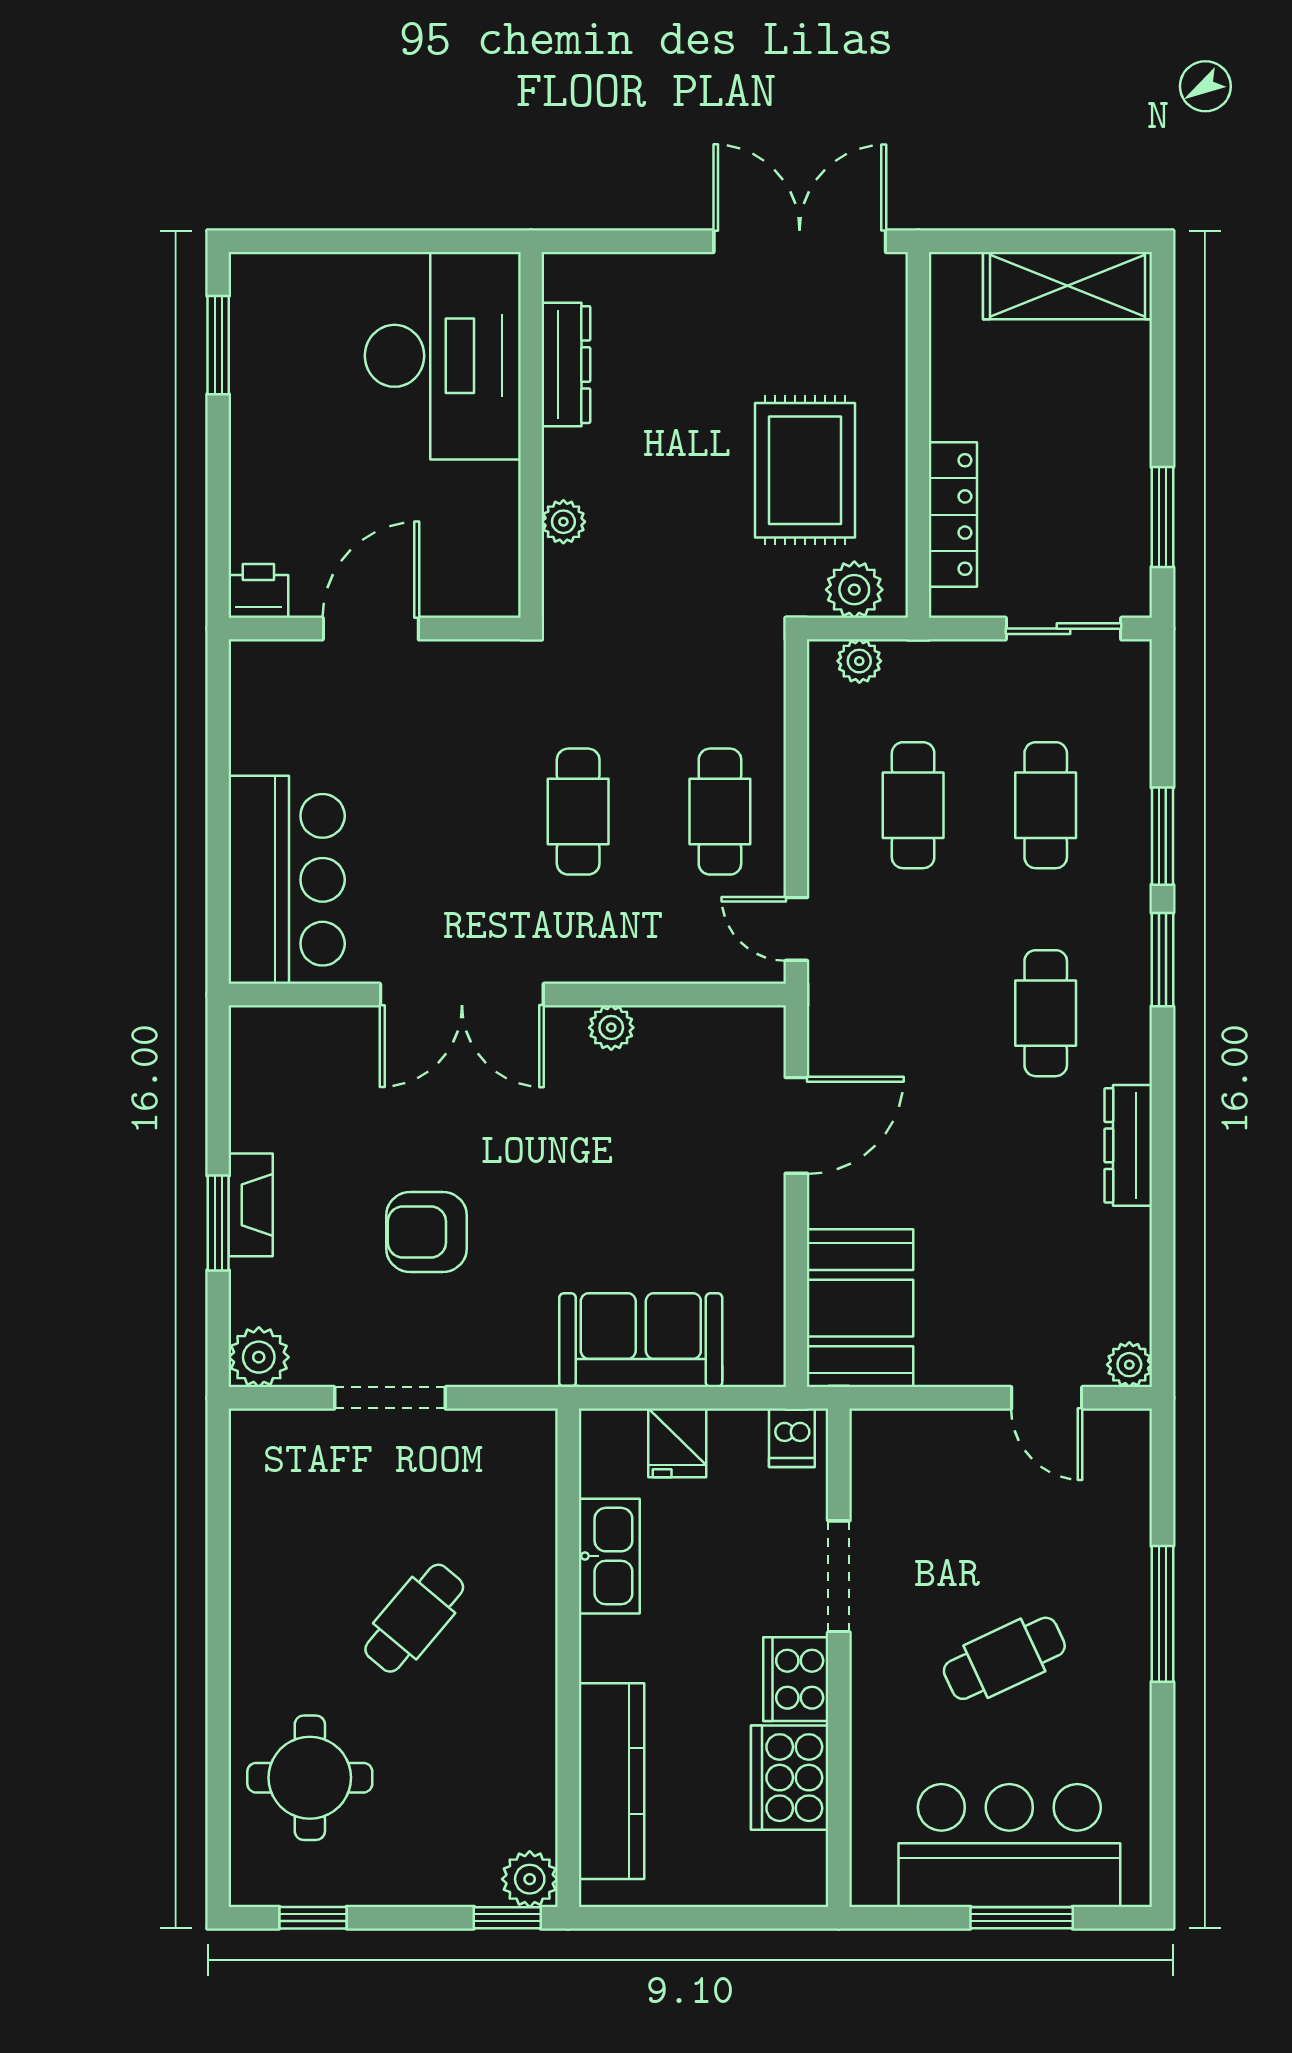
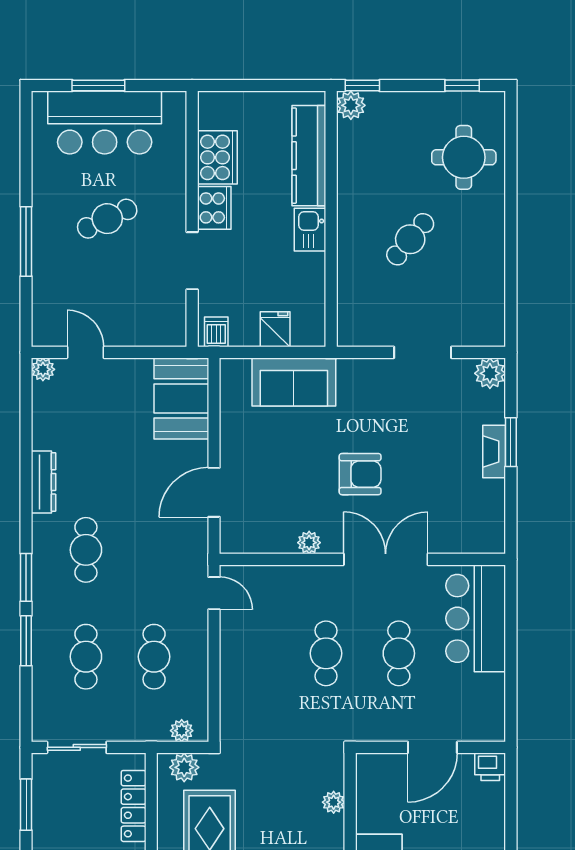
cafe table: (720, 812) -> (399, 653), moved
armchair: (426, 1232) -> (360, 474), moved
kitchen sink: (609, 1556) -> (310, 230), moved, width x0.73

